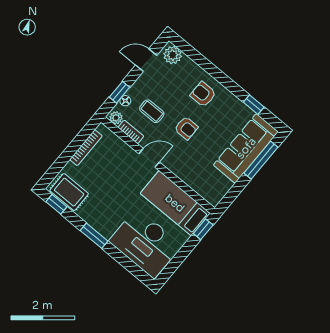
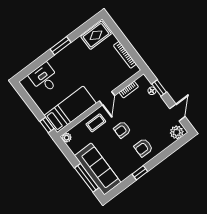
armchair: (203, 94) -> (143, 148), turned 180
window: (254, 105) -> (140, 173), moved
coffee table: (152, 111) -> (96, 123), moved
plant: (116, 118) -> (67, 138), moved
window: (56, 204) -> (89, 24), removed
desk: (145, 243) -> (44, 78), width x0.53, depth x0.77

